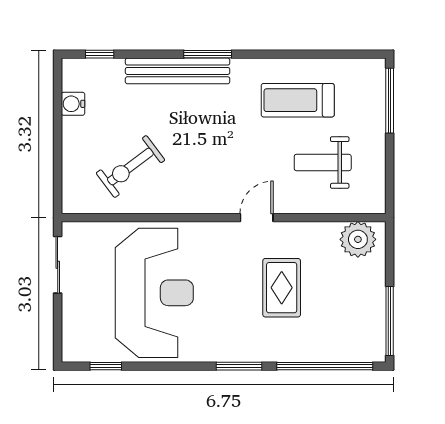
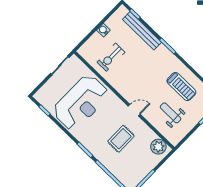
bench: (178, 71) -> (142, 31), moved
treadmill: (298, 100) -> (181, 87), turned 180
water cooler: (73, 104) -> (103, 30), moved
exercise bike: (130, 167) -> (111, 57), turned -53

